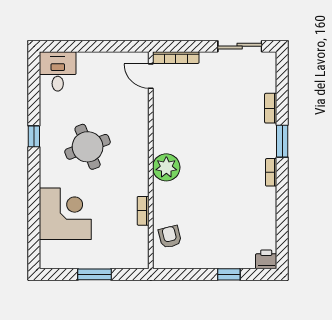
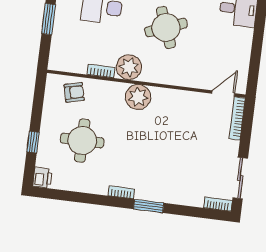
bookcase: (271, 108) -> (218, 204), moved
plant: (135, 181) -> (129, 67), added
round table: (221, 222) -> (82, 141), added

